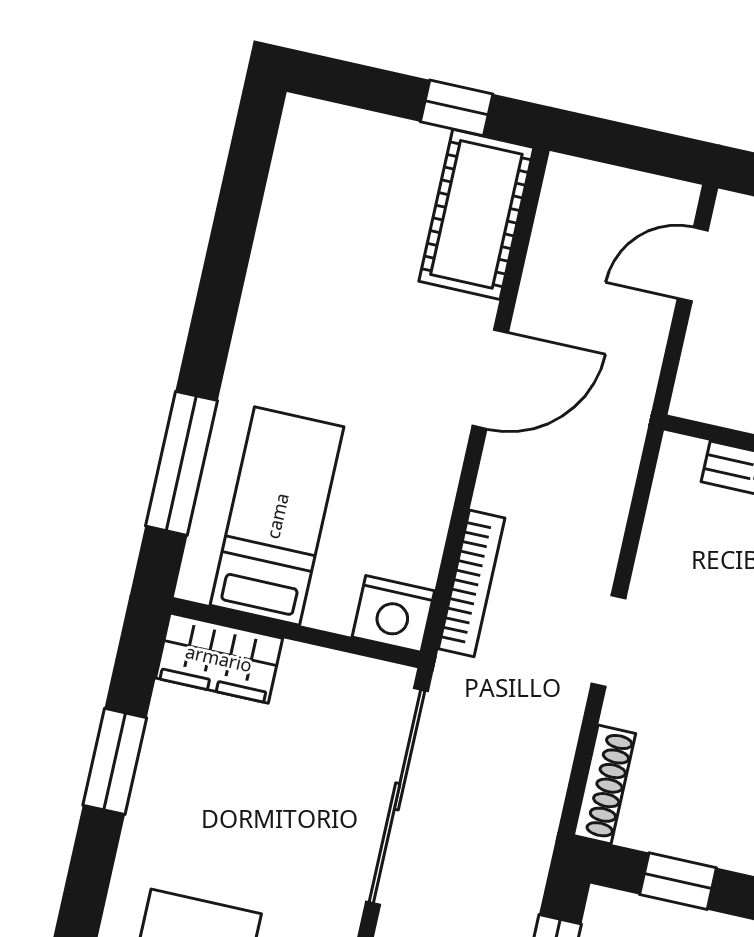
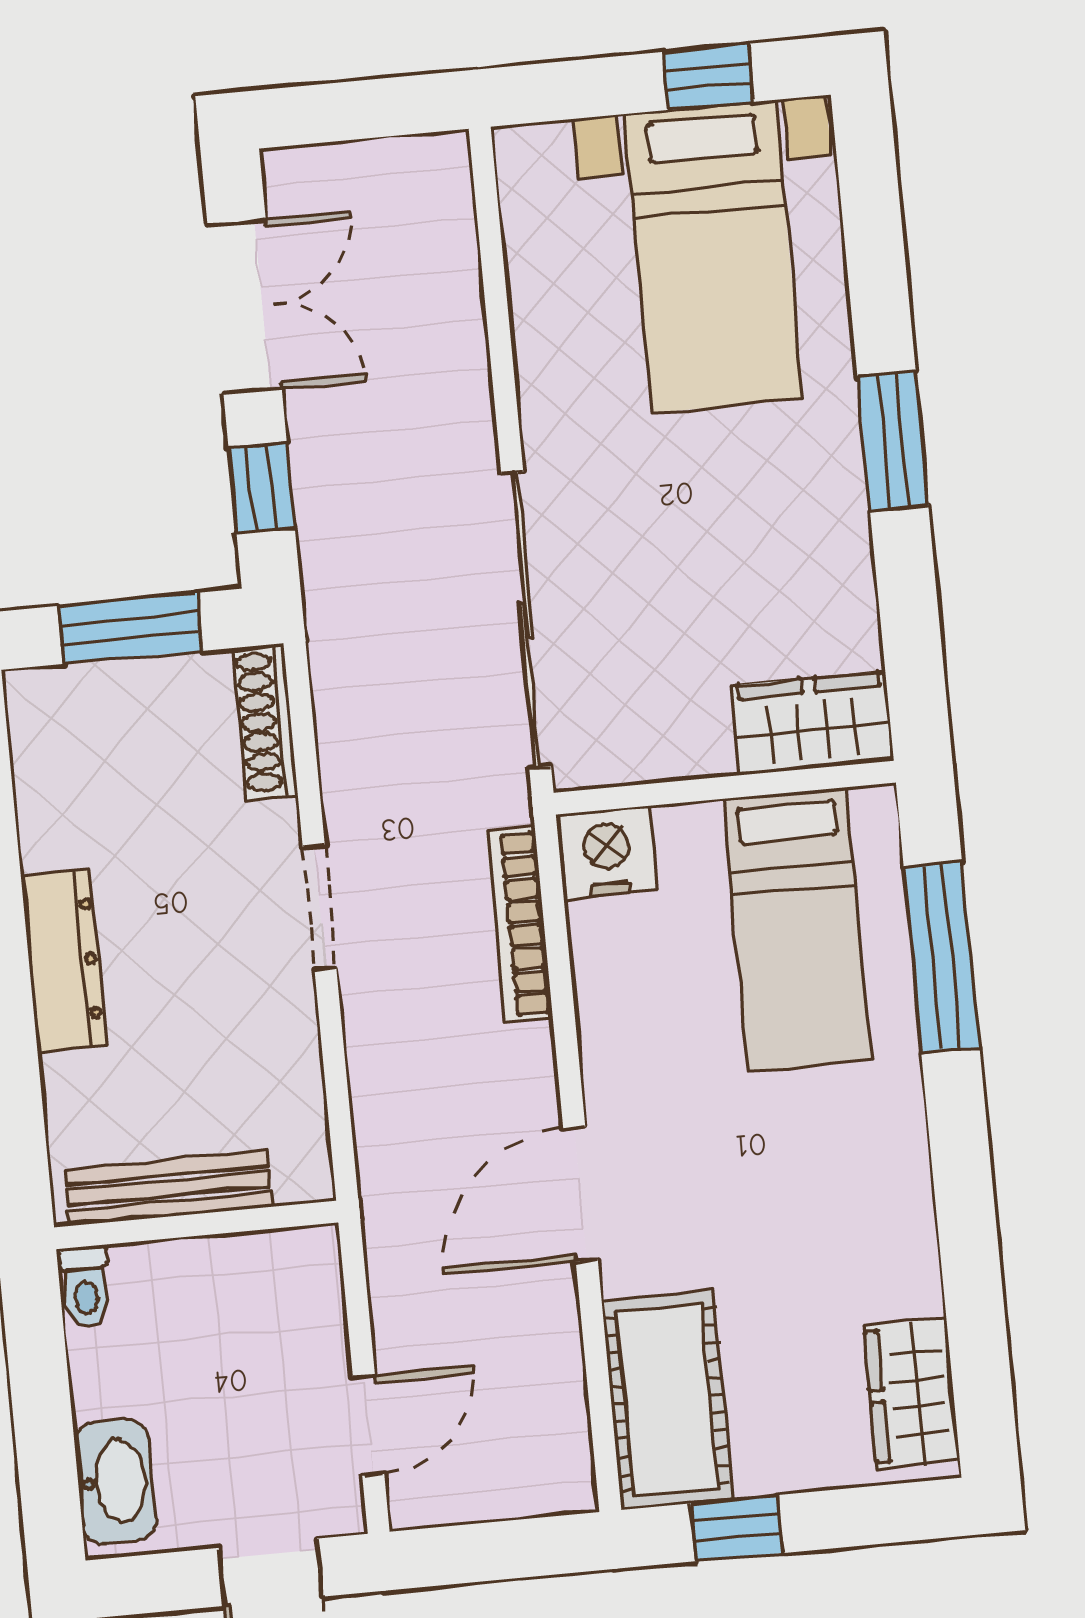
wardrobe: (302, 163) -> (912, 1393), added
window: (115, 761) -> (893, 441), moved
window: (678, 881) -> (130, 628), width x1.50

